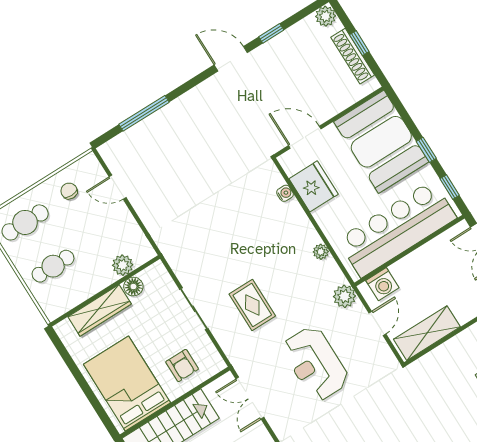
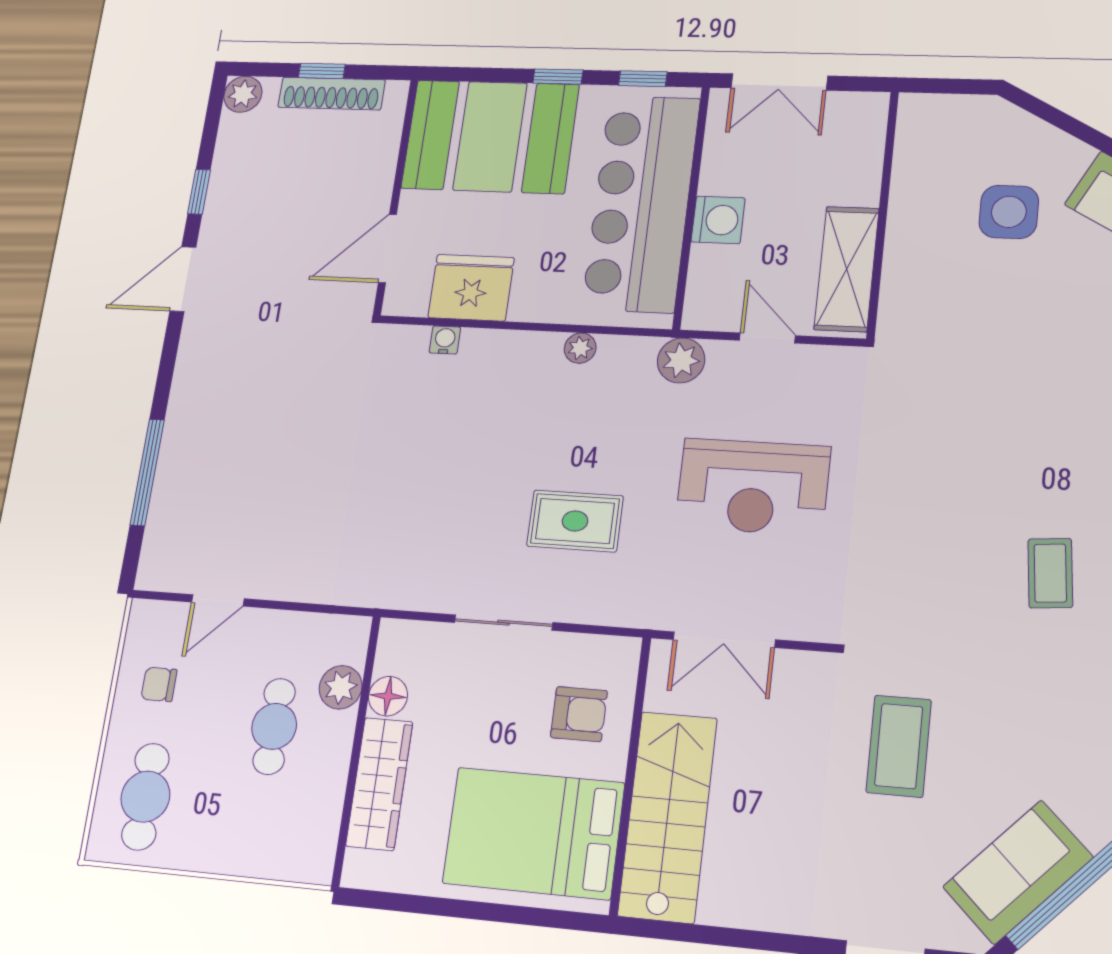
cafe table: (53, 266) -> (274, 726), moved
washing machine: (382, 284) -> (718, 220), moved

